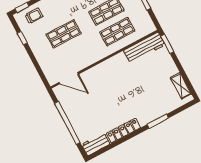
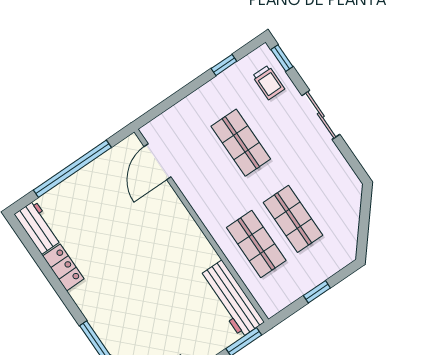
locker: (123, 131) -> (63, 267), width x0.66

